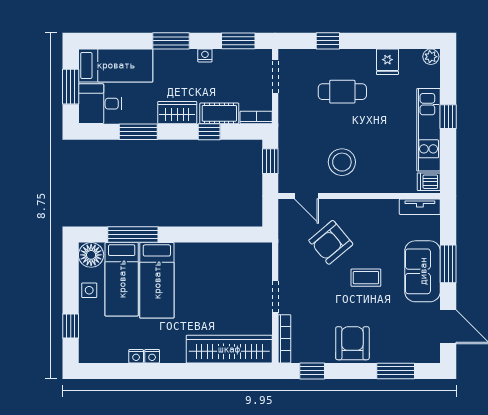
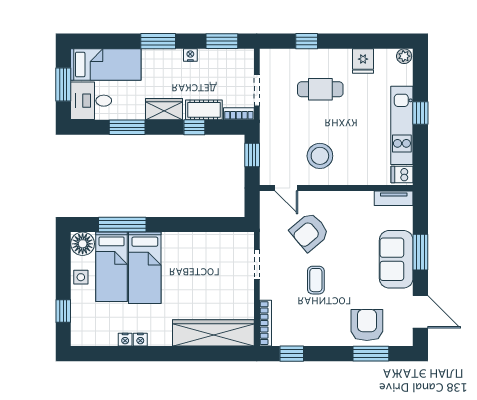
doorway: (275, 77) -> (257, 90), moved
coffee table: (366, 278) -> (316, 280), moved, turned 90
doorway: (275, 297) -> (257, 264), moved
armchair: (352, 343) -> (367, 325), moved

